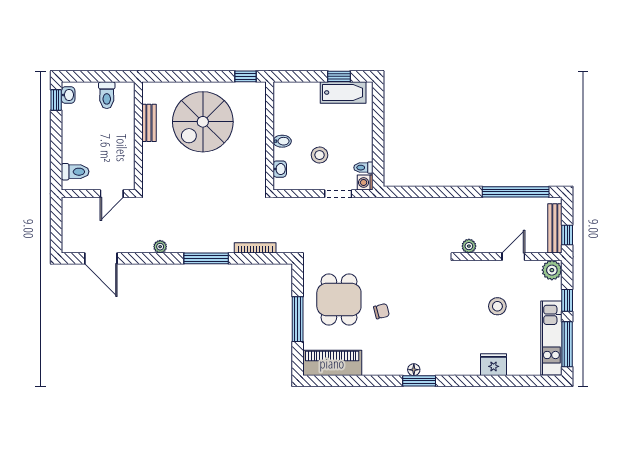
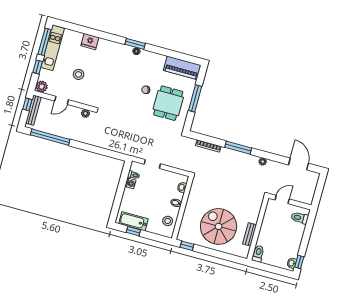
toilet: (107, 95) -> (258, 254), moved
spiral stairs: (203, 122) -> (219, 226), turned -90
stool: (320, 155) -> (168, 221), moved
washing machine: (365, 182) -> (130, 183), moved

